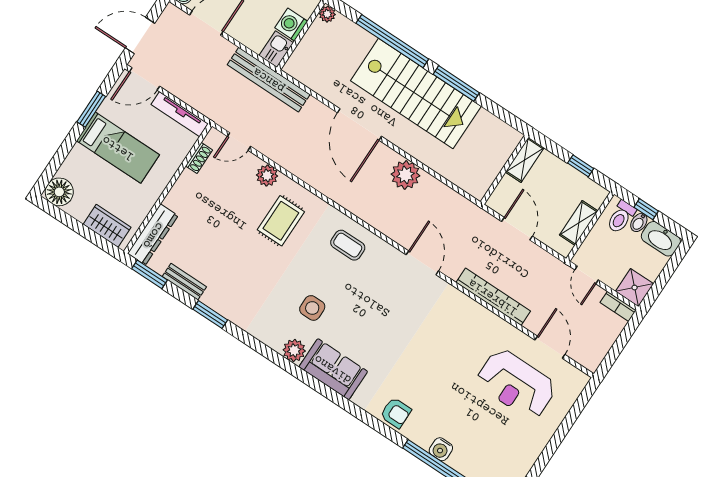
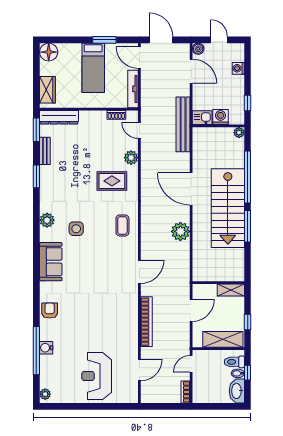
door: (359, 124) -> (191, 189), hinge flipped
shelving: (579, 223) -> (223, 339), width x1.50, depth x1.33
shower: (635, 288) -> (201, 394), removed
plant: (294, 350) -> (47, 220), moved
reception desk: (516, 384) -> (97, 376), moved
armchair: (396, 413) -> (50, 311), turned 180

